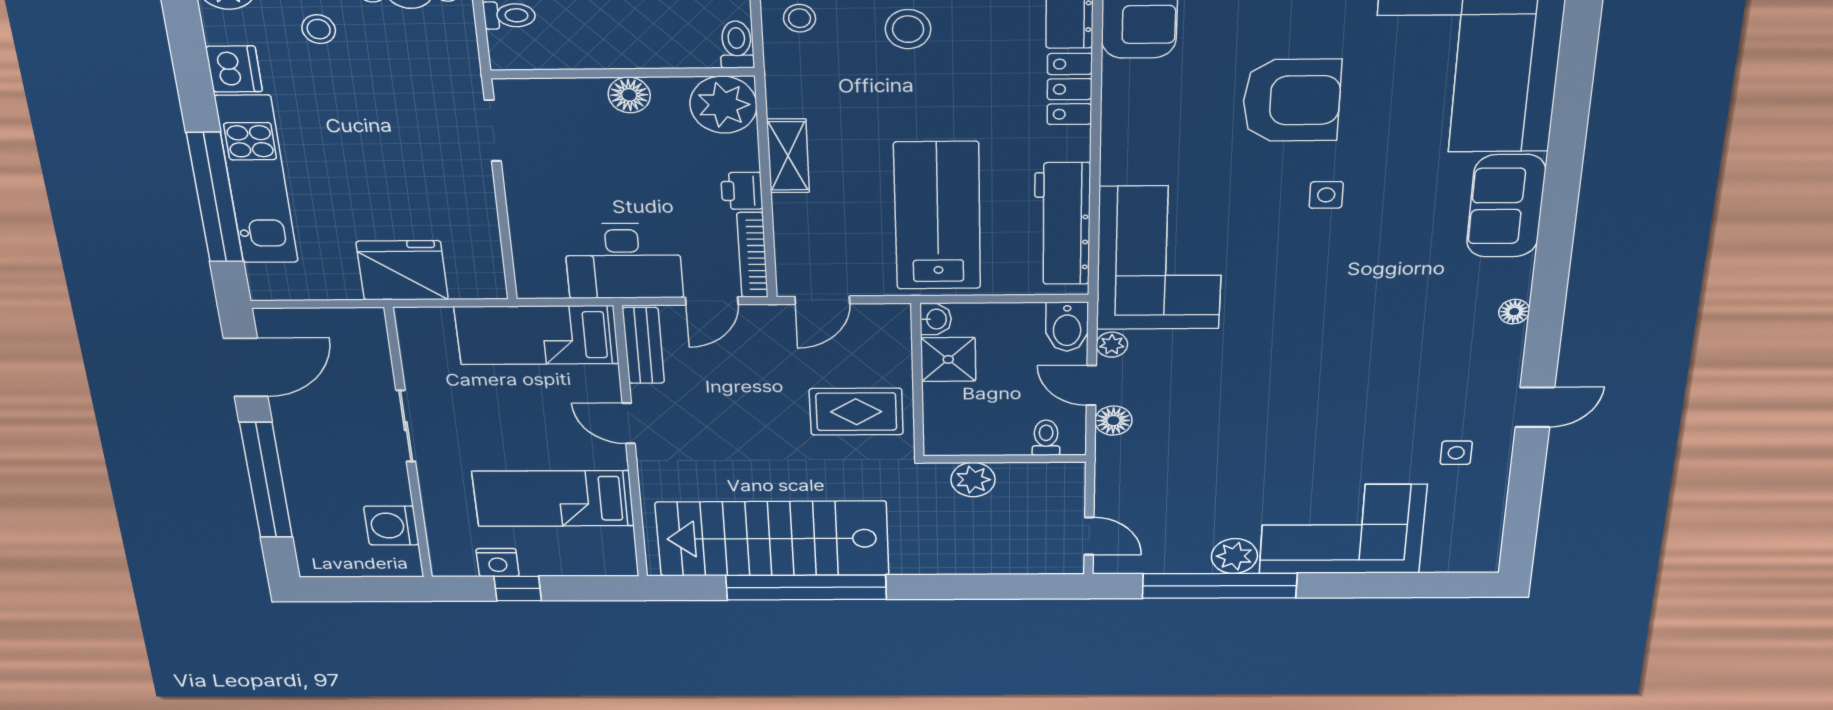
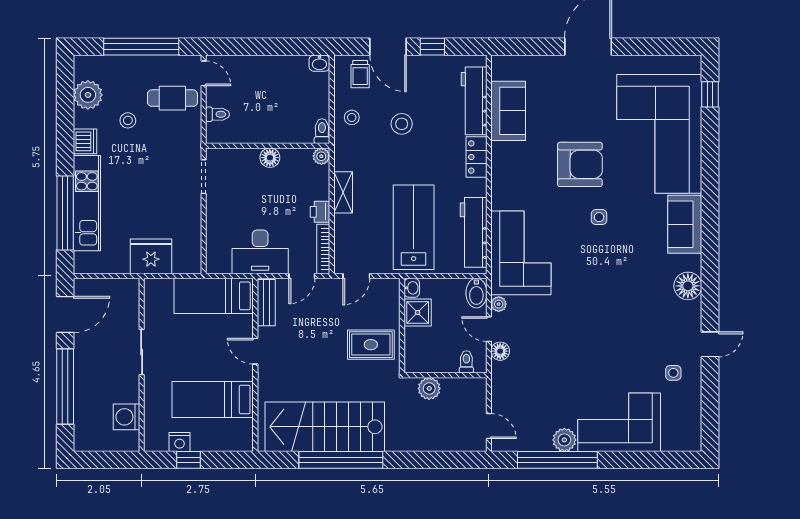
plant: (723, 105) -> (321, 156), width x0.53, depth x0.53
floor lamp: (1514, 312) -> (688, 286), width x1.89, depth x1.89

